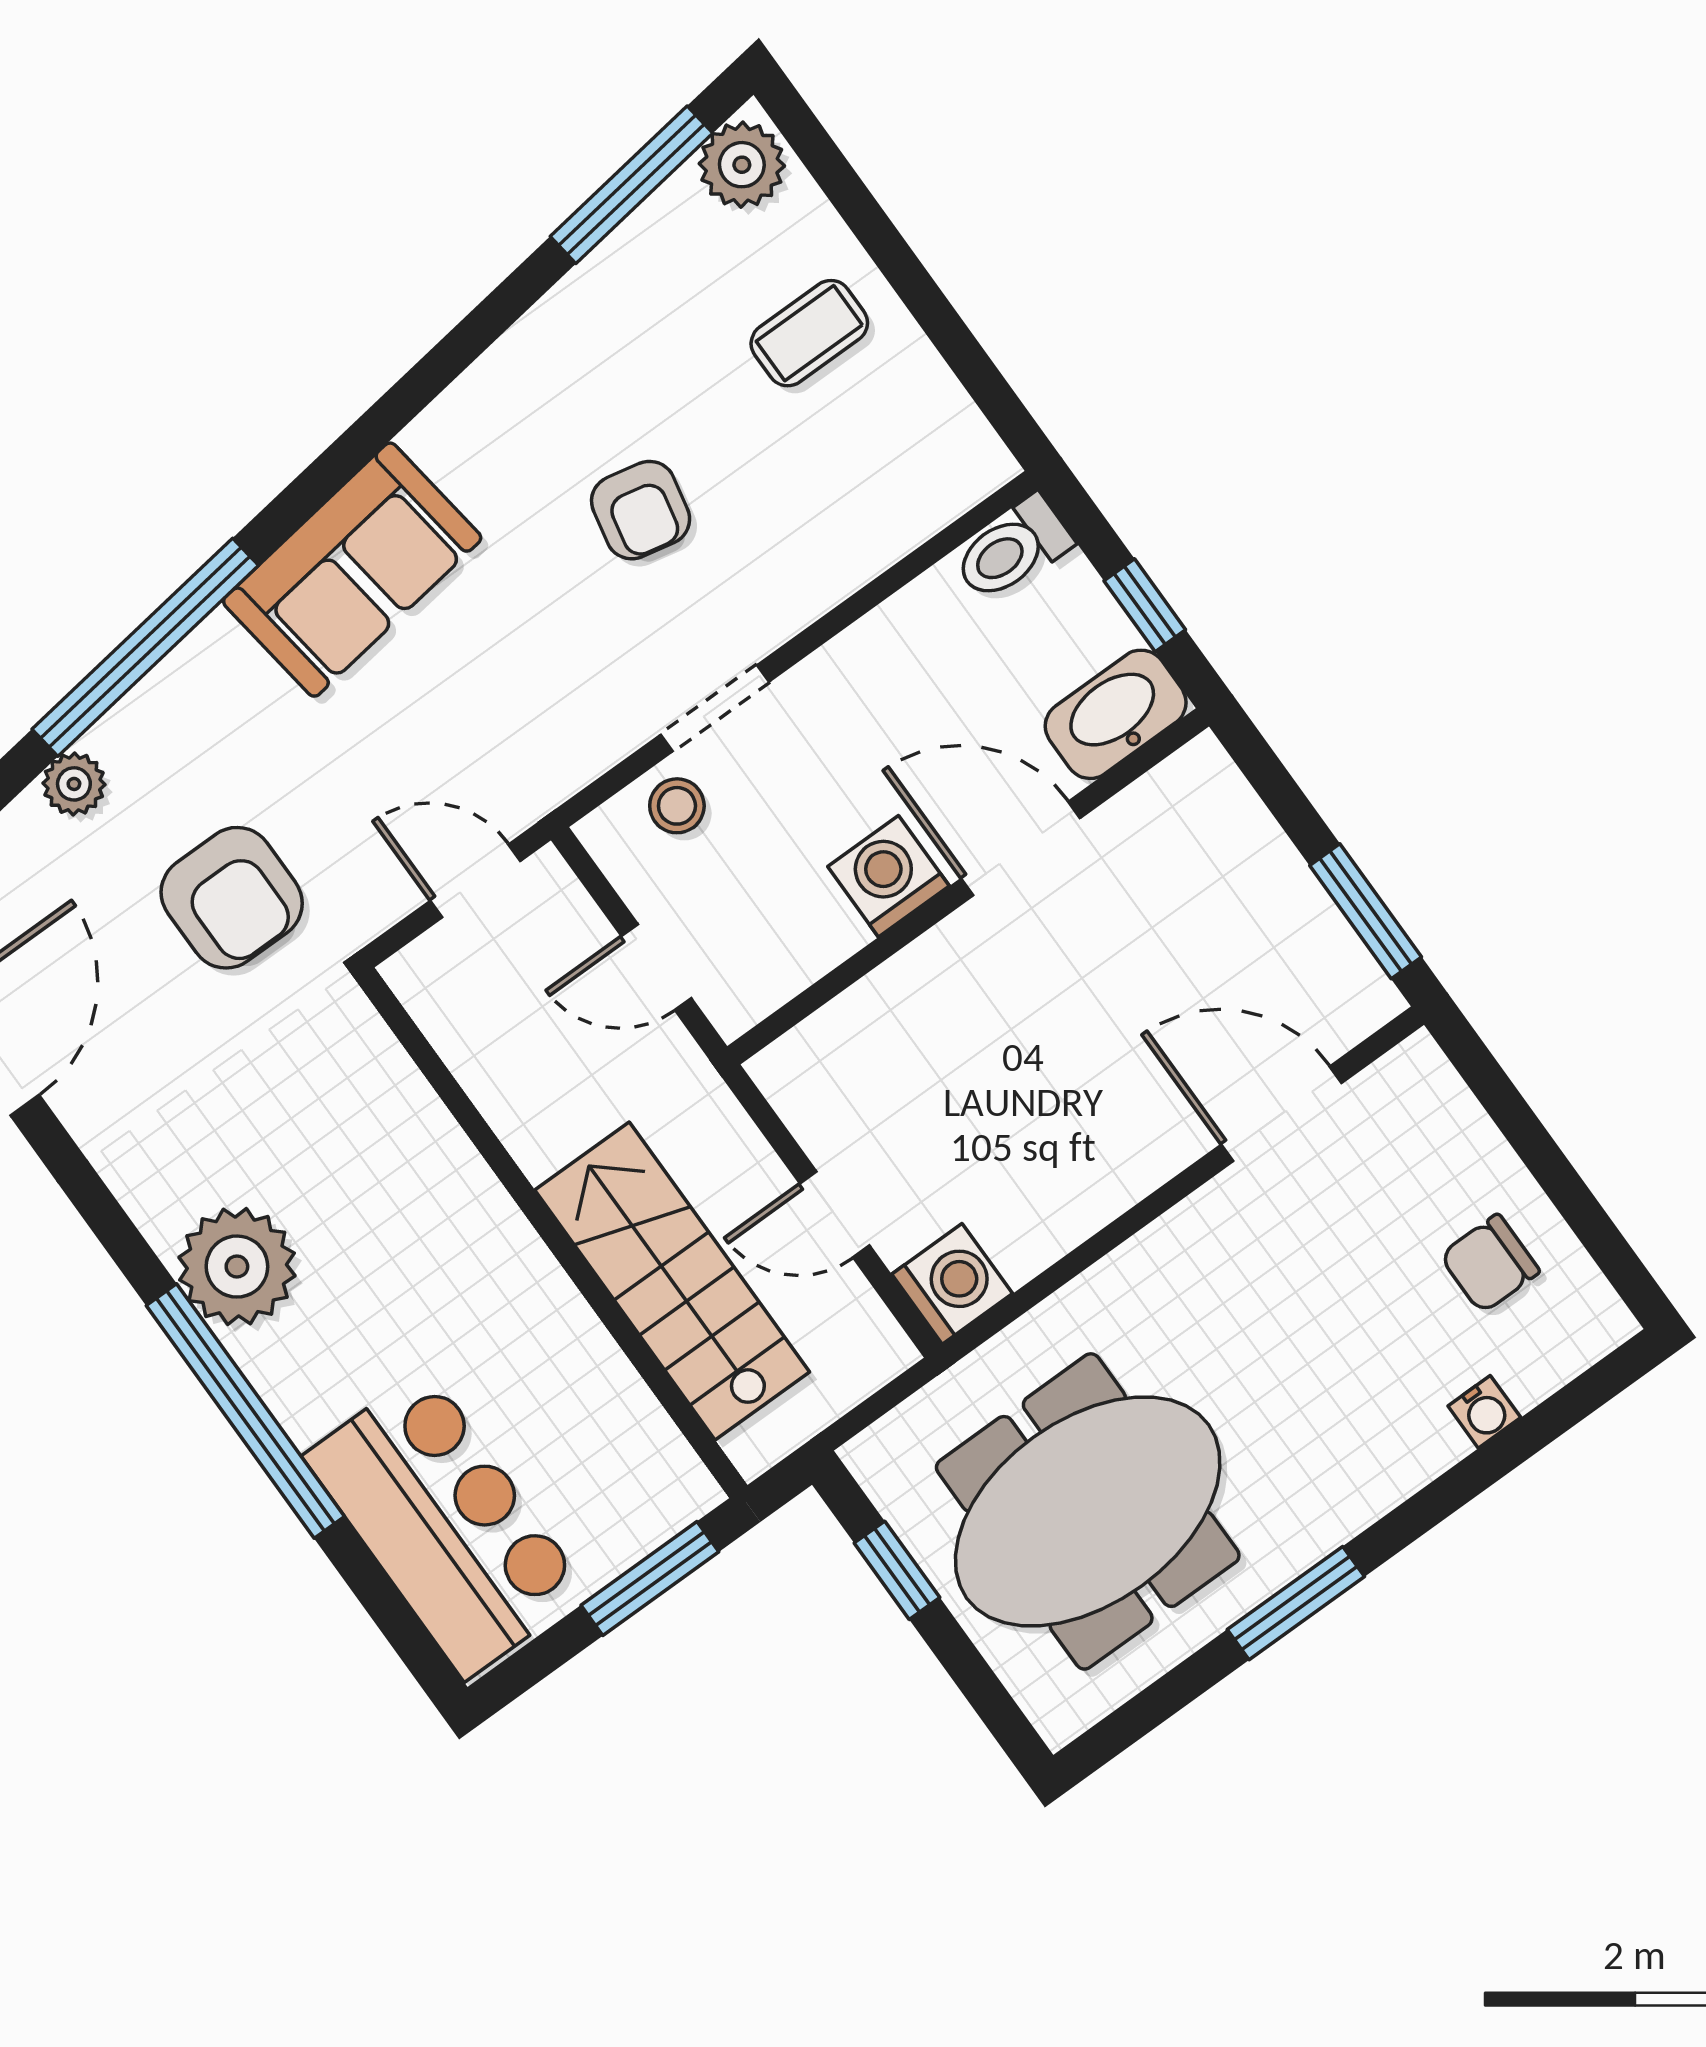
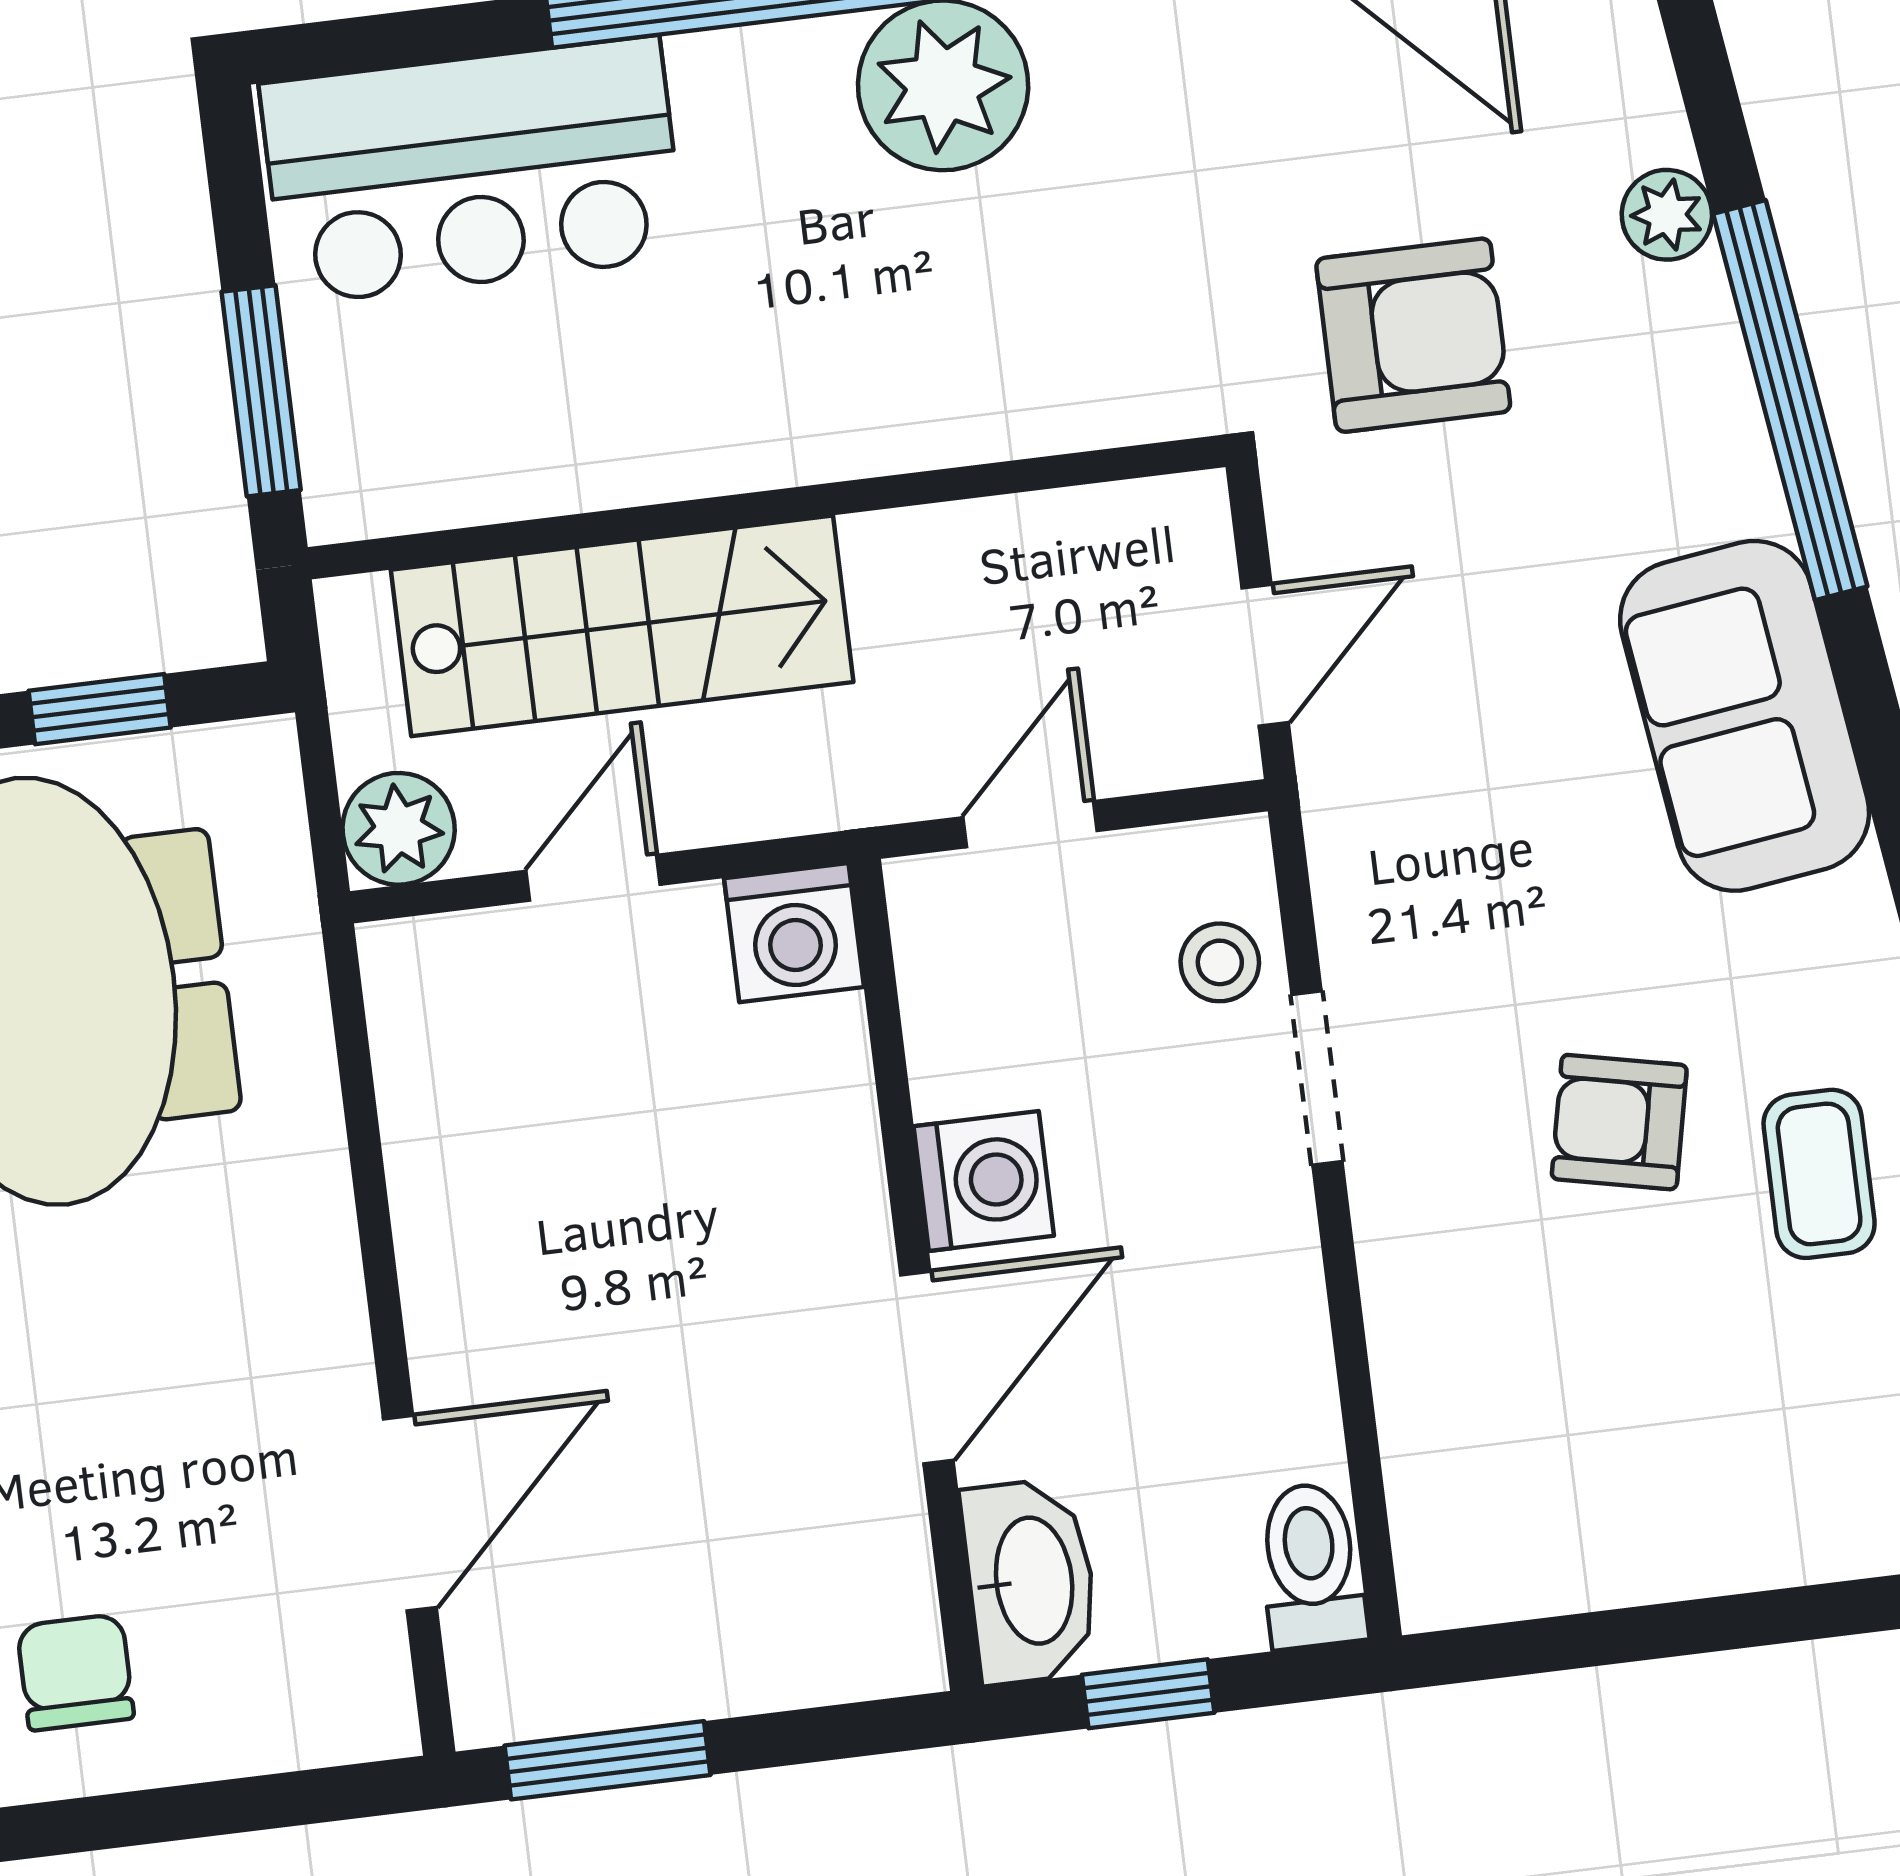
coffee table: (809, 333) -> (1819, 1174), moved
armchair: (232, 898) -> (1413, 335), turned 180
washing machine: (952, 1284) -> (794, 933), moved
plant: (870, 1349) -> (399, 829), added

